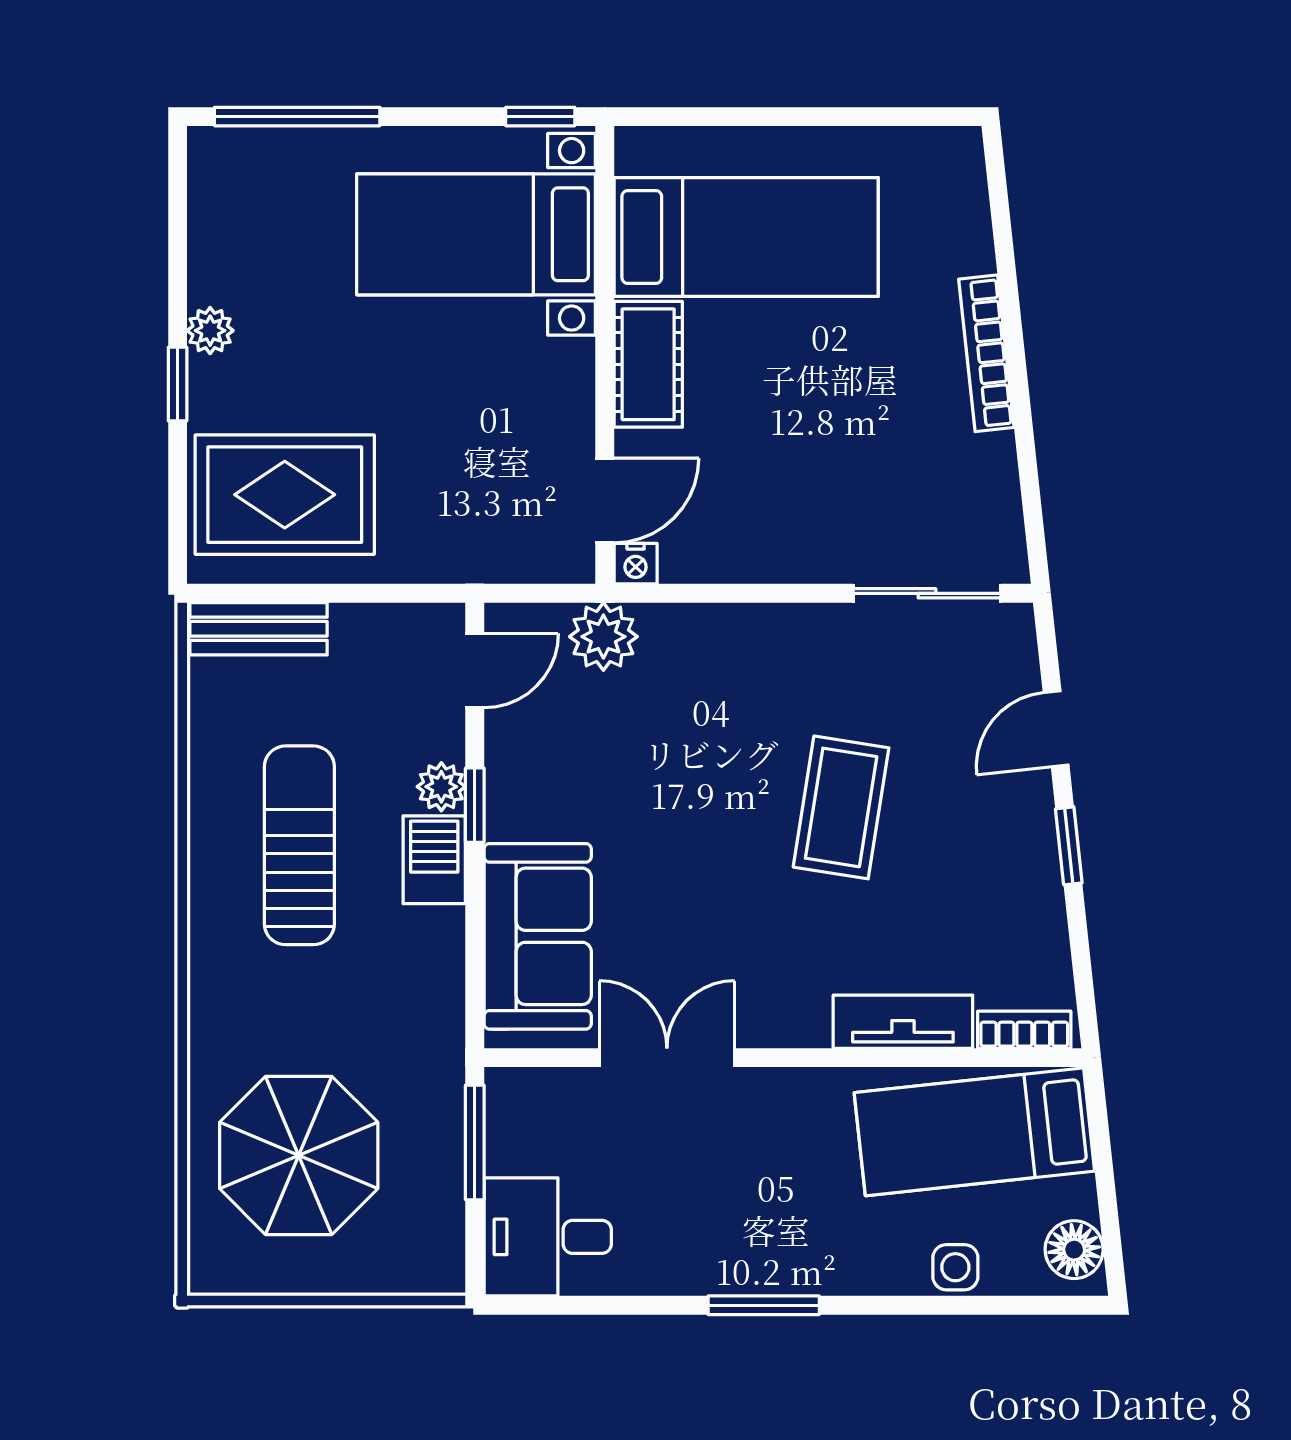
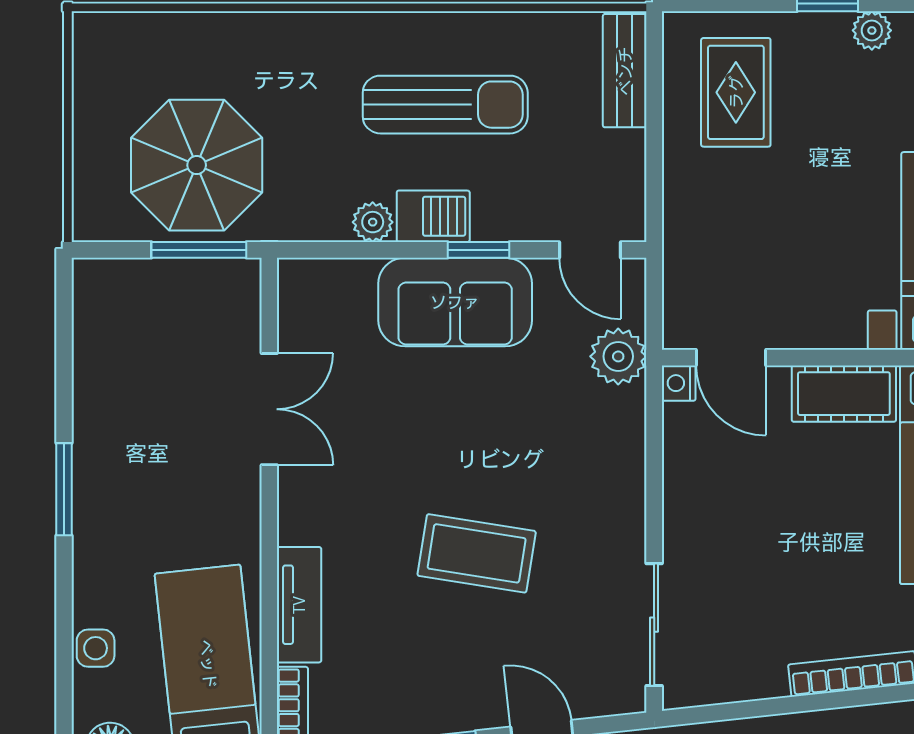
rug: (285, 495) -> (736, 92), width x0.73, depth x0.70
plant: (441, 787) -> (373, 222), moved
sofa: (538, 936) -> (455, 302), moved
parasol: (299, 1155) -> (197, 165), moved
desk: (548, 1237) -> (121, 310), removed

